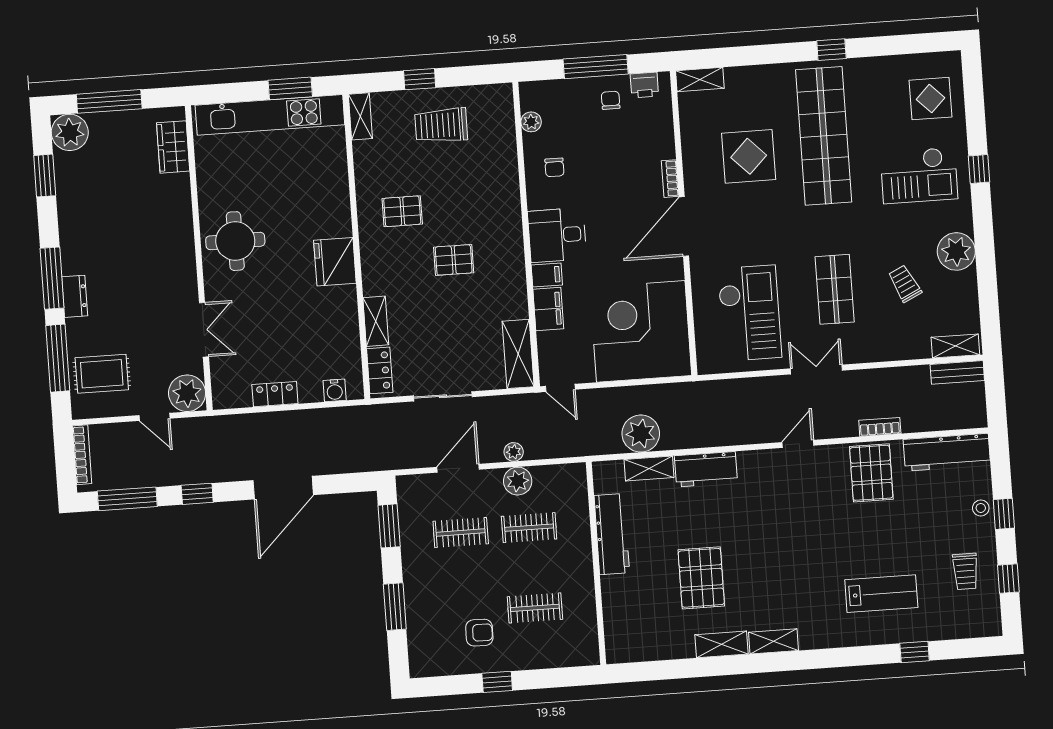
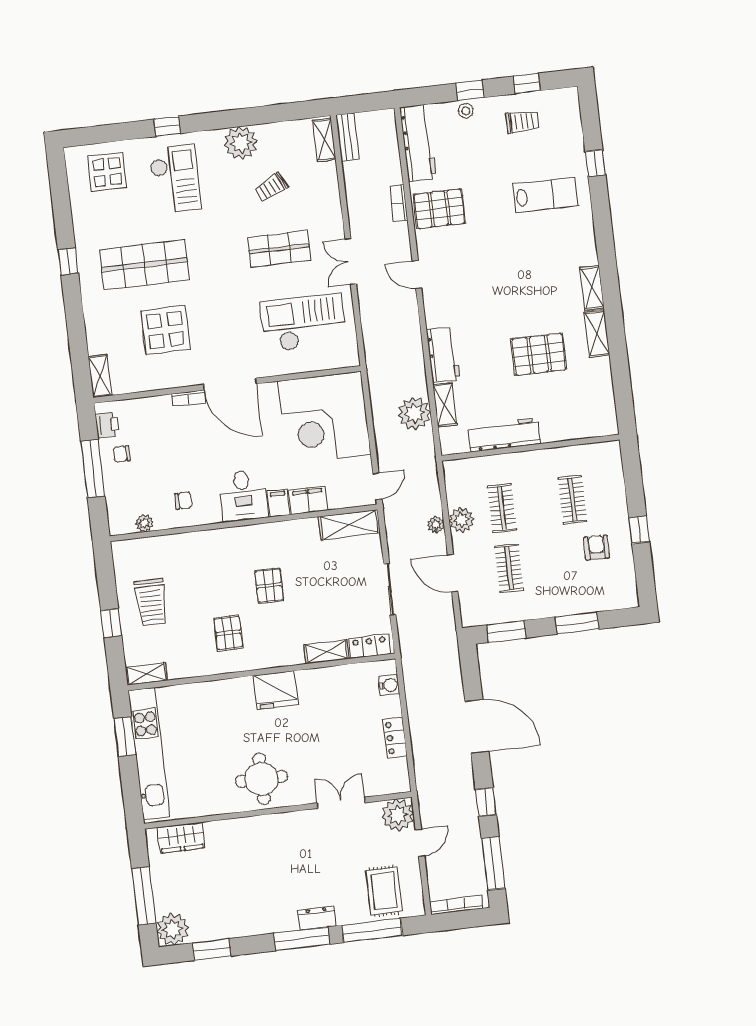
shop shelf: (824, 136) -> (144, 265), width x0.71
lab bench: (881, 594) -> (545, 195), turned 90

